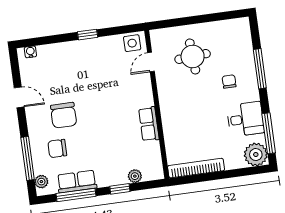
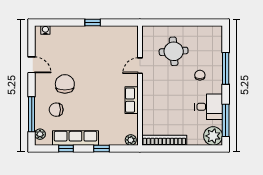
side table: (132, 43) -> (127, 34), removed
door: (151, 62) -> (140, 66), moved
chair: (64, 115) -> (65, 84), turned 180
plant: (135, 176) -> (131, 140), moved
row of seats: (77, 182) -> (75, 138), width x1.48
window: (76, 195) -> (66, 149), width x0.46

